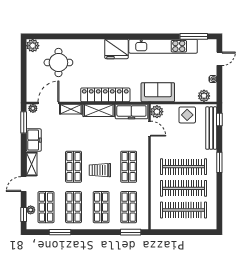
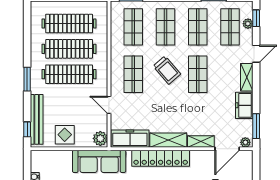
sofa: (158, 92) -> (99, 161), width x1.36
plant: (204, 96) -> (45, 157), removed
door: (149, 129) -> (109, 105), moved
trolley: (100, 170) -> (167, 70), turned 49

